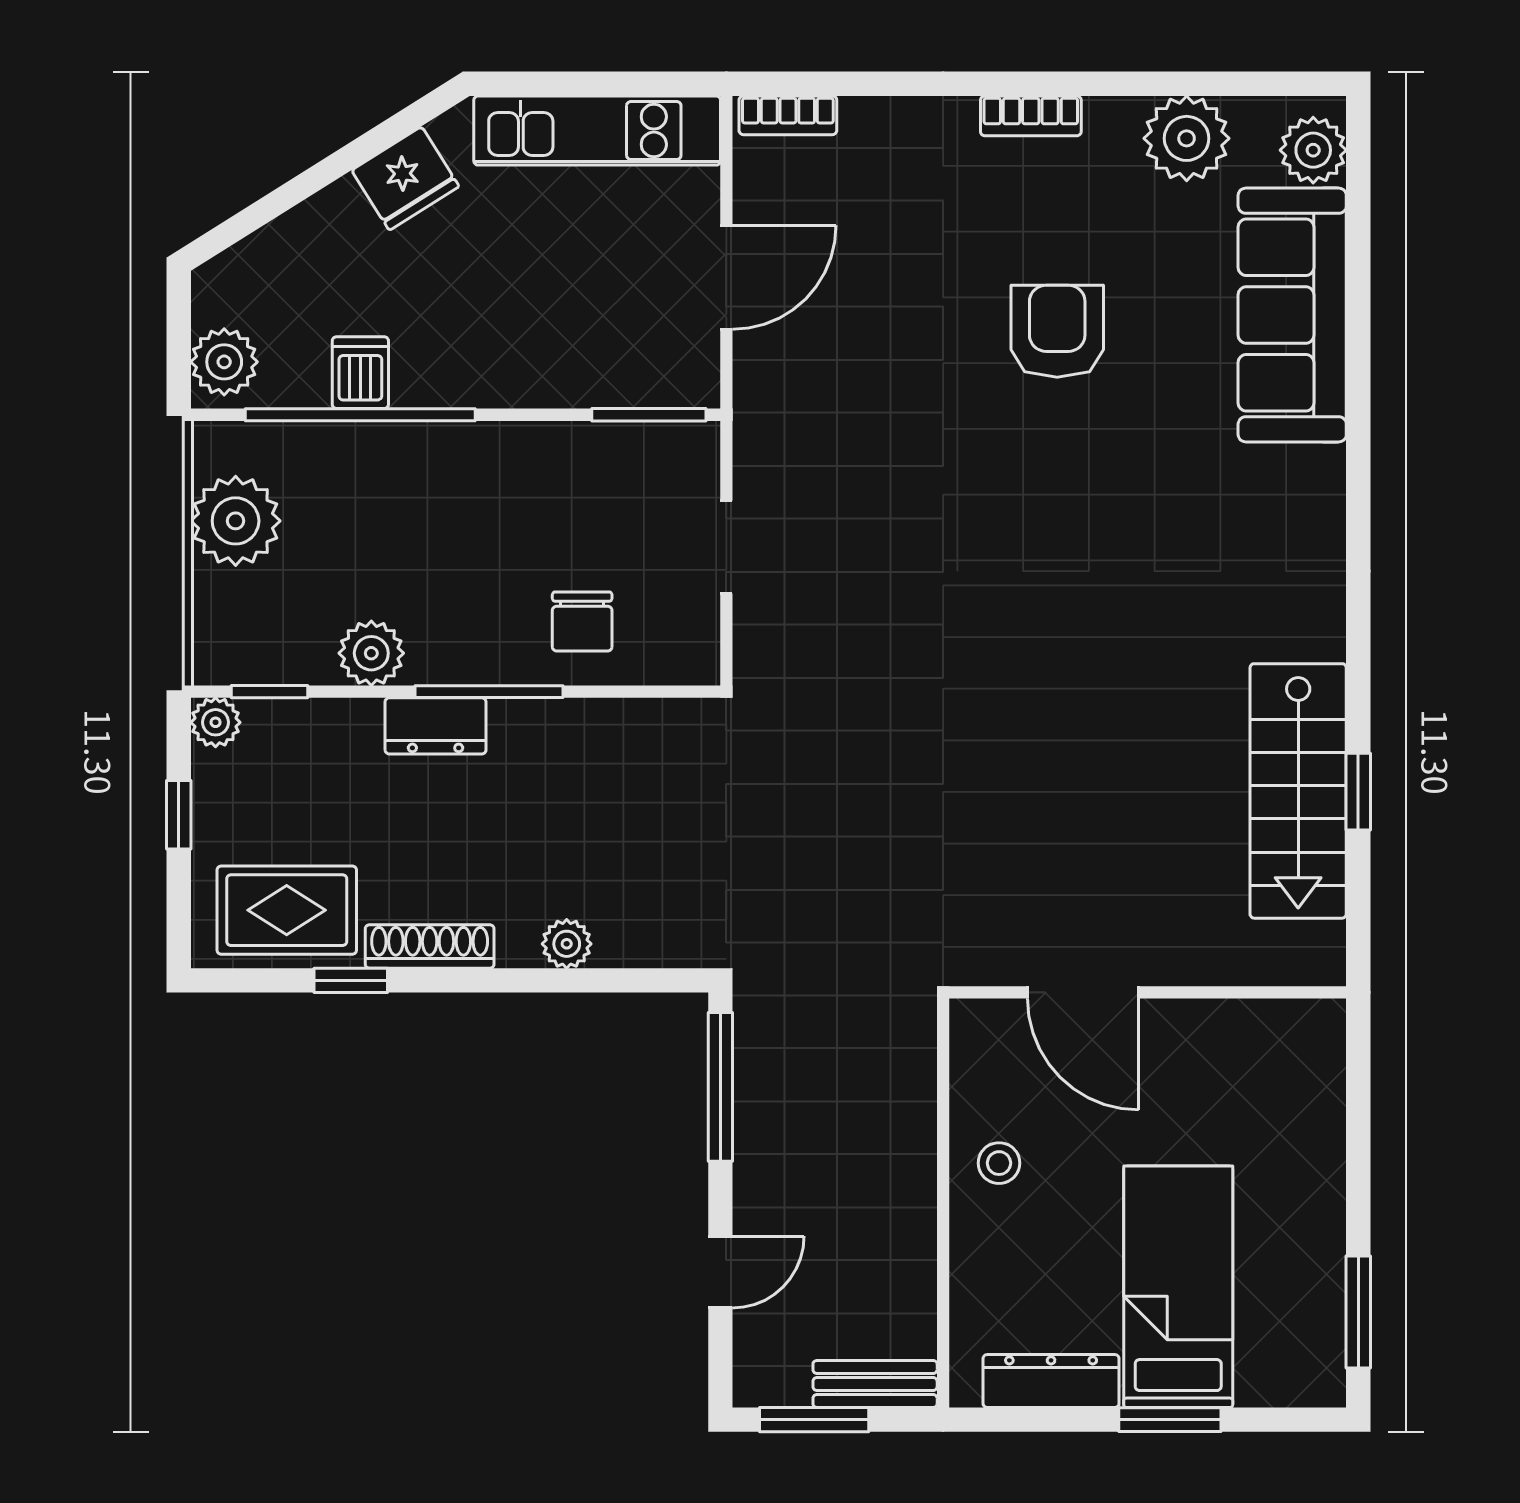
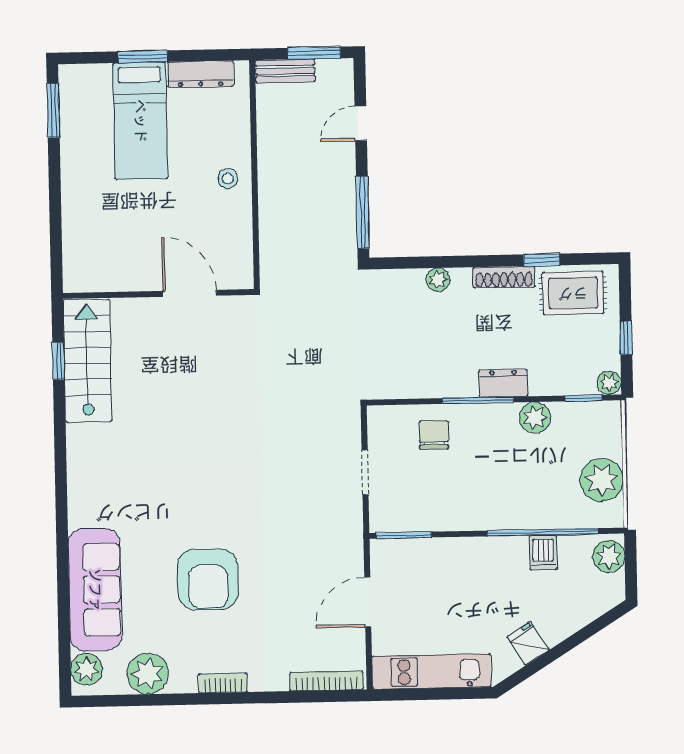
bookcase: (788, 115) -> (327, 681), width x1.56
fridge: (405, 178) -> (528, 643), width x0.72
armchair: (1057, 331) -> (208, 579), width x1.36, depth x1.36
door: (1083, 992) -> (190, 293), moved
wall: (1148, 992) -> (158, 294), moved

